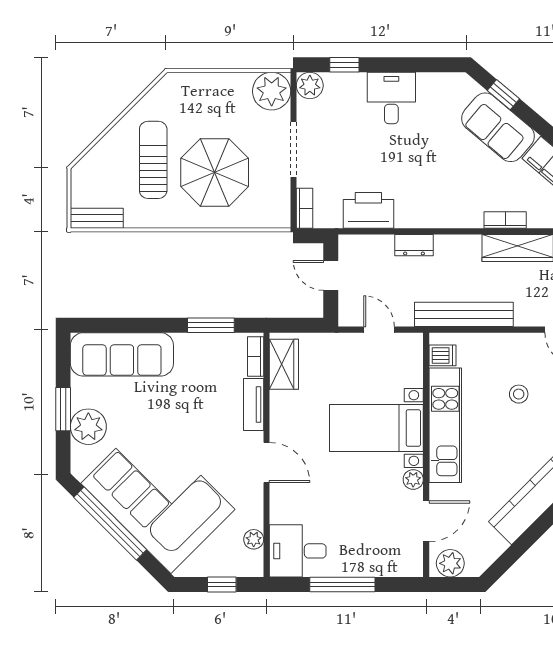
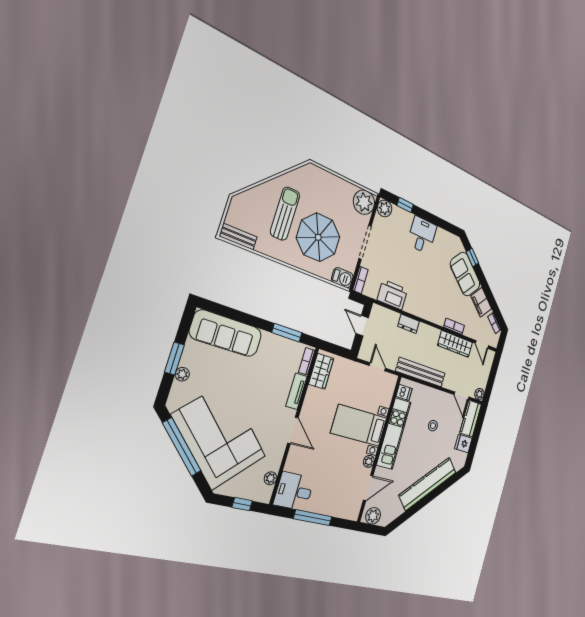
barbecue: (273, 216) -> (342, 278), added
plant: (88, 427) -> (182, 374), width x0.53, depth x0.53

